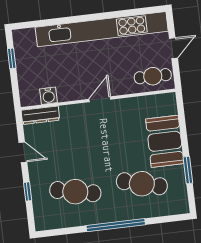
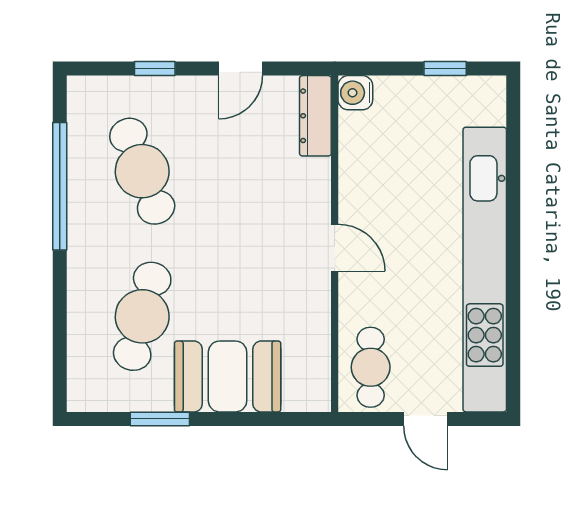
water cooler: (49, 96) -> (355, 93), moved
cafe table: (75, 192) -> (142, 171), turned -33
window: (116, 225) -> (60, 186), moved

